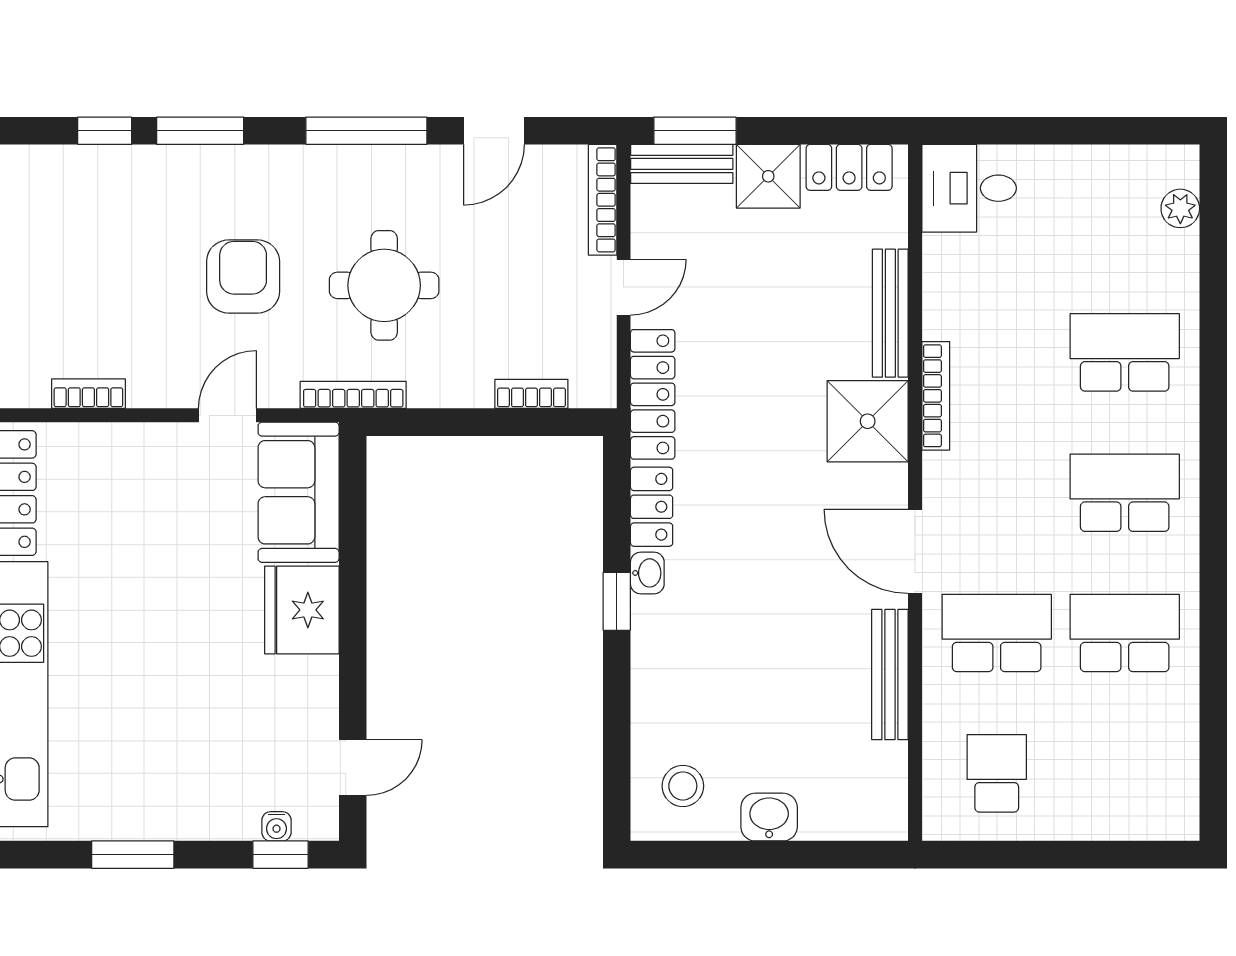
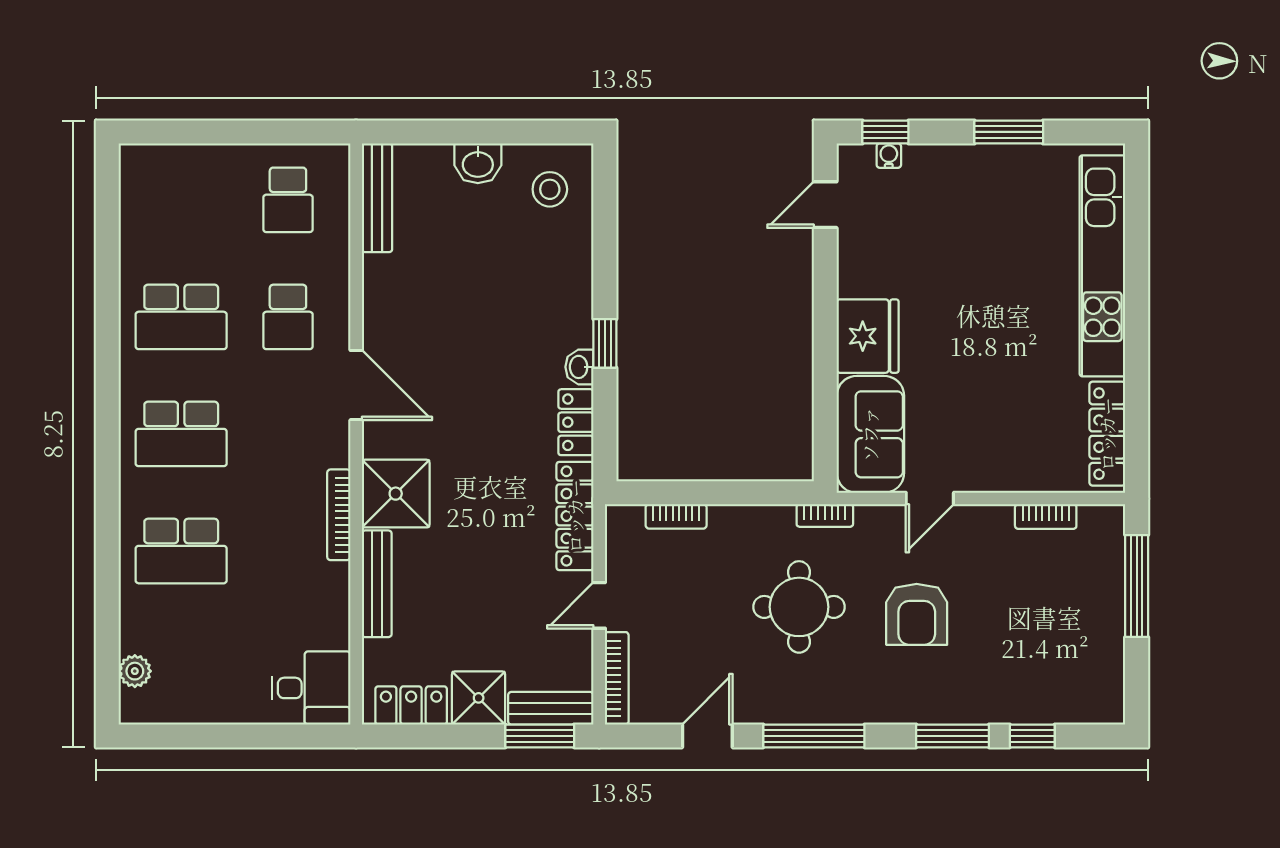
bookcase: (353, 395) -> (825, 516), width x0.64
school desk: (997, 633) -> (288, 317), width x0.54
bench: (890, 675) -> (377, 198), moved

